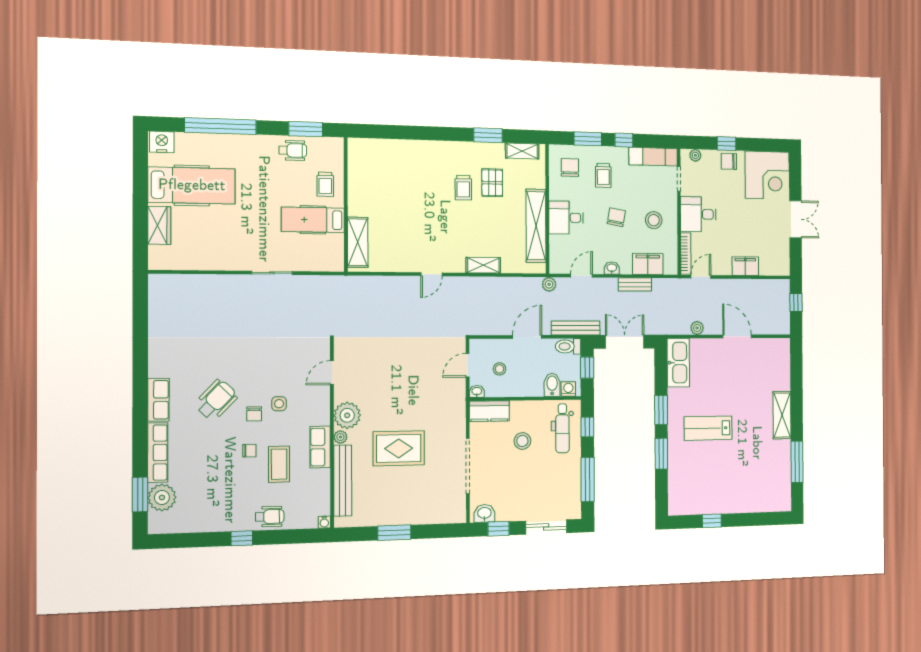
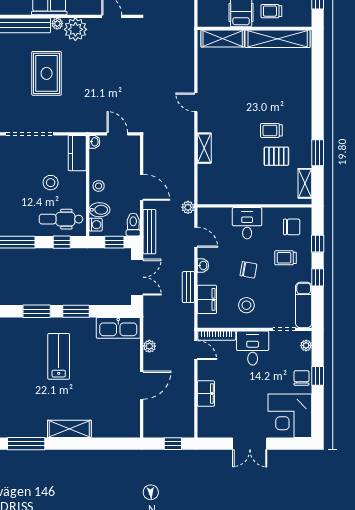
window: (588, 139) -> (318, 244), width x0.67
shelving: (536, 226) -> (278, 39), moved
stool: (499, 369) -> (99, 186), moved

